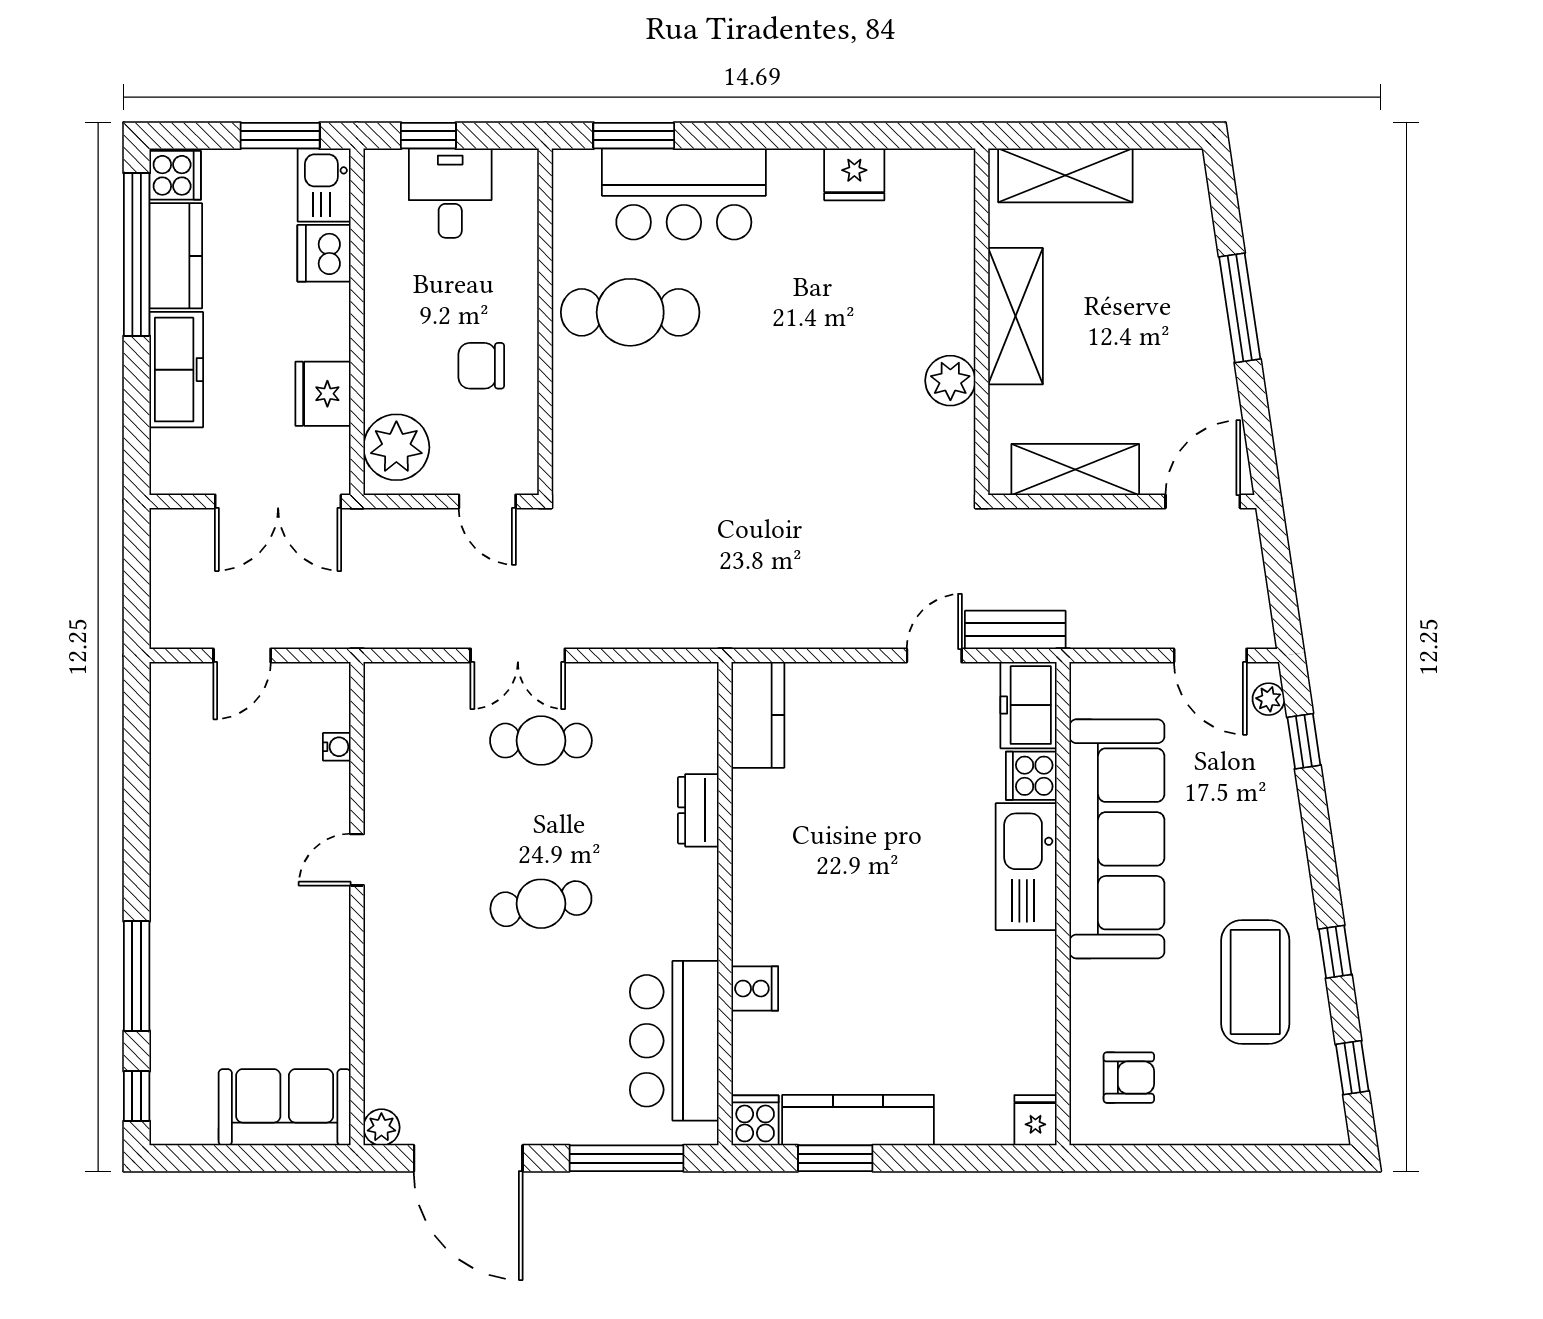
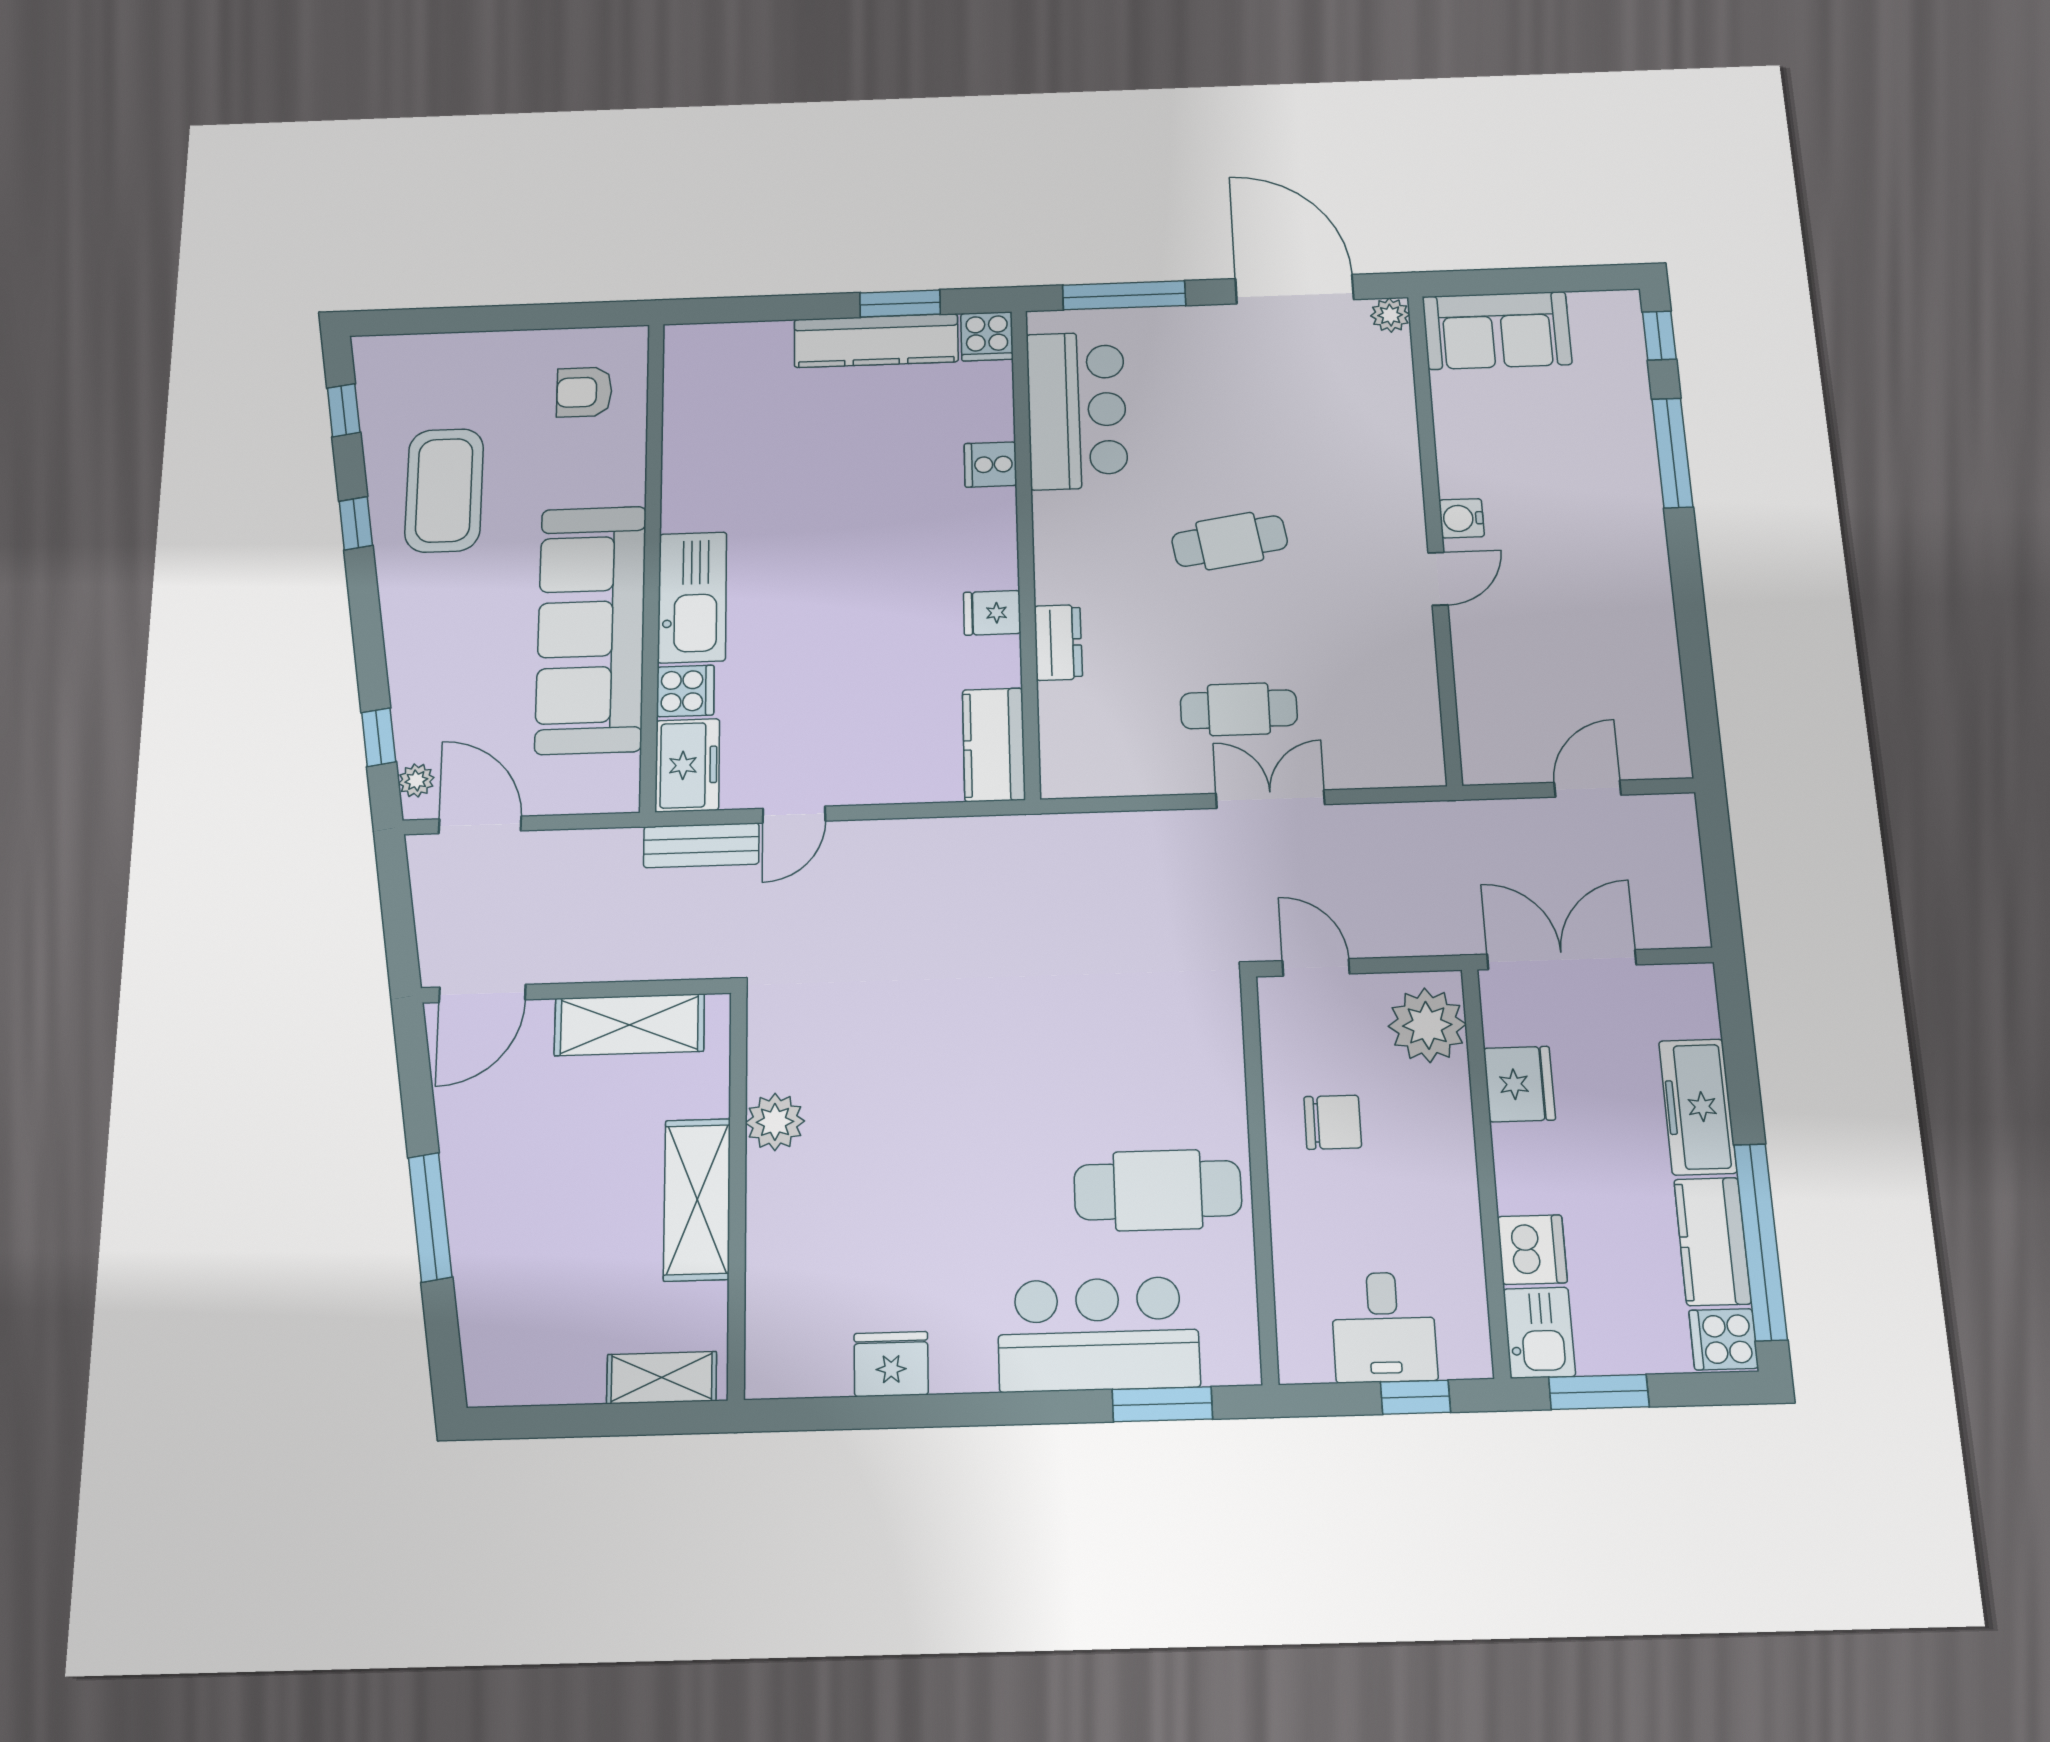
shelving: (1065, 175) -> (662, 1378), width x0.67, depth x0.75
water cooler: (337, 747) -> (1462, 518), moved, width x1.38, depth x1.38
fridge: (1035, 1120) -> (992, 613), moved, turned 90

